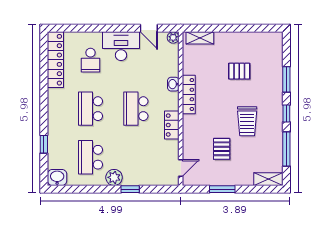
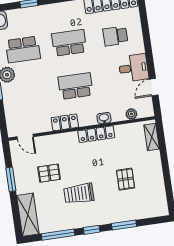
plant: (173, 37) -> (131, 114), moved
desk: (121, 46) -> (133, 68), width x0.73
school desk: (90, 157) -> (23, 50), turned 180
shelving: (268, 179) -> (28, 215), width x1.50, depth x1.33

